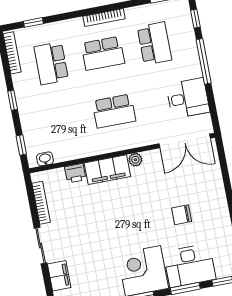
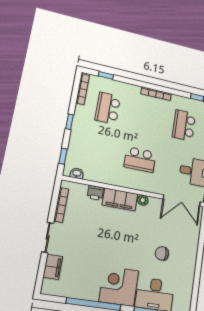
school desk: (154, 43) -> (184, 125), turned 180
school desk: (103, 53) -> (147, 117), removed

